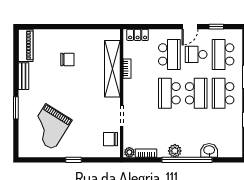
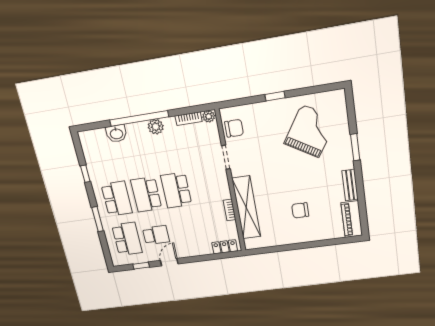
school desk: (169, 54) -> (185, 231), removed
school desk: (169, 93) -> (176, 190), turned 180

